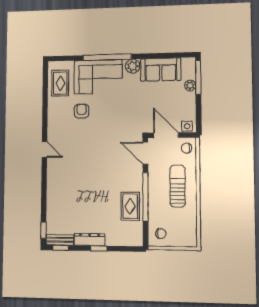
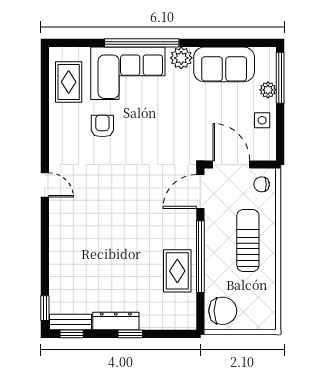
side table: (187, 126) -> (262, 120), moved
door: (145, 153) -> (200, 191), hinge flipped
chair: (161, 234) -> (223, 311), width x1.87, depth x1.87

